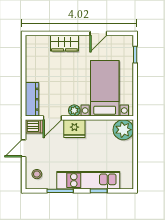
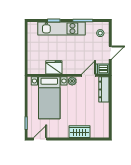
door: (98, 33) -> (40, 139), moved
fridge: (74, 129) -> (54, 67), moved
plant: (123, 130) -> (35, 66), removed

